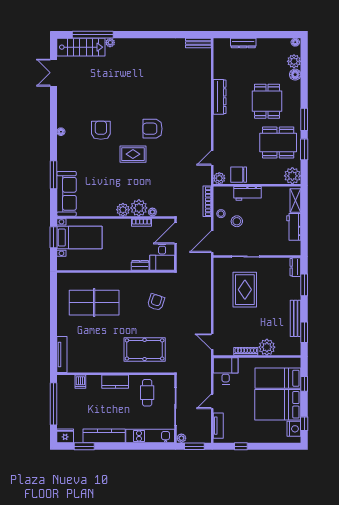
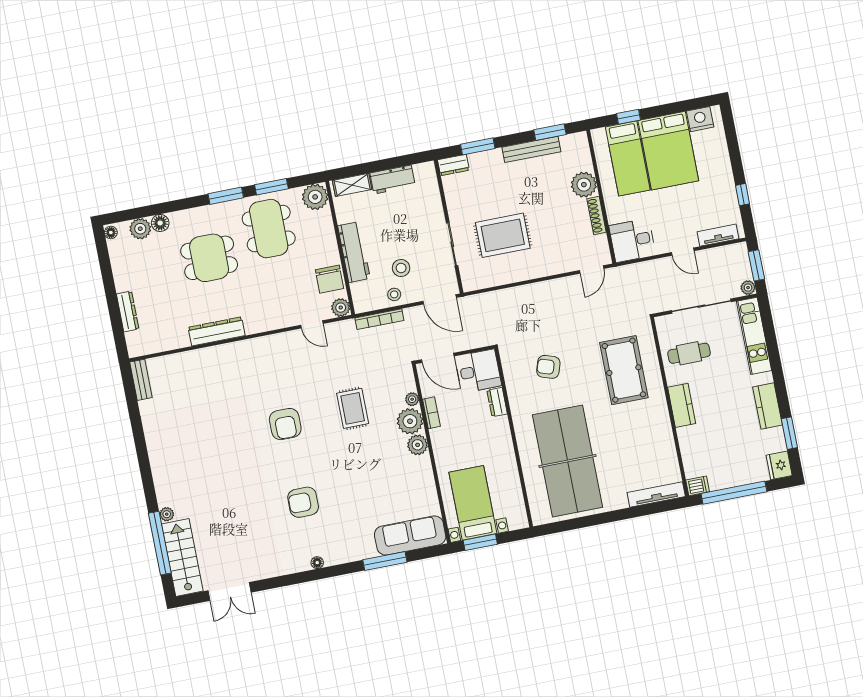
rug: (133, 154) -> (353, 408), moved
workbench: (248, 193) -> (354, 252), width x1.38
table tennis table: (94, 303) -> (567, 461), width x1.36, depth x1.32
dishwasher: (80, 382) -> (698, 486), moved
window: (304, 424) -> (689, 105), removed
kitchen counter: (104, 436) -> (767, 406), width x0.67

